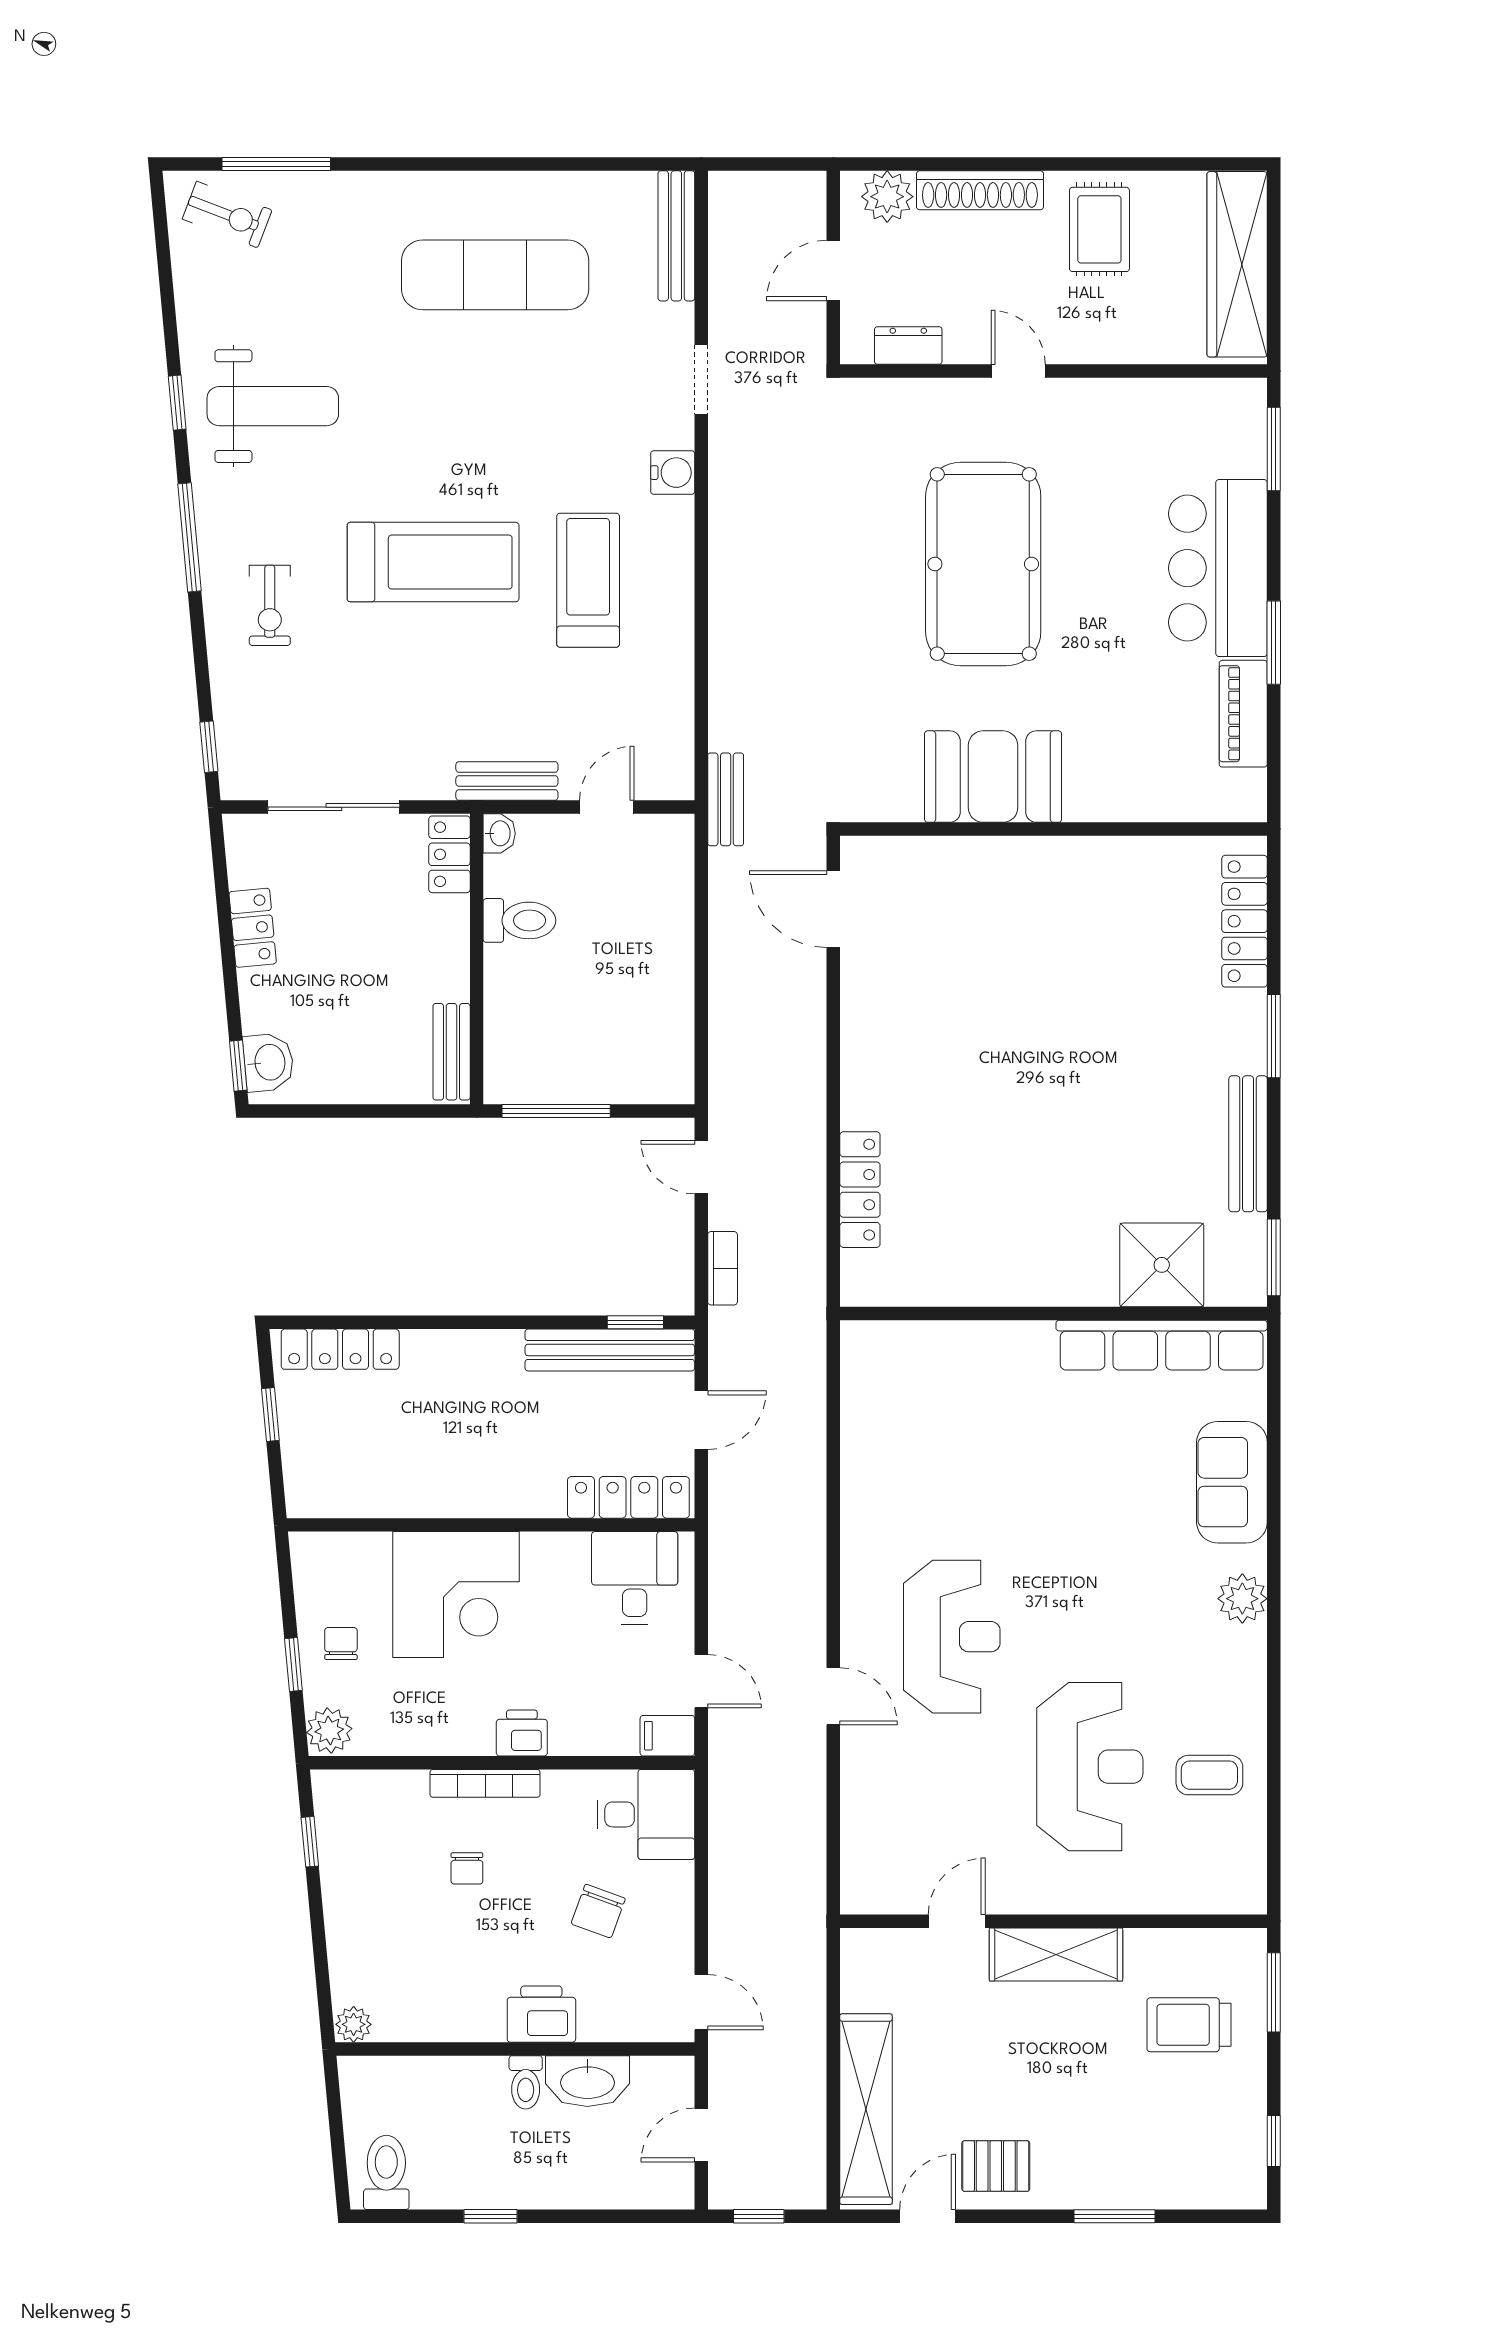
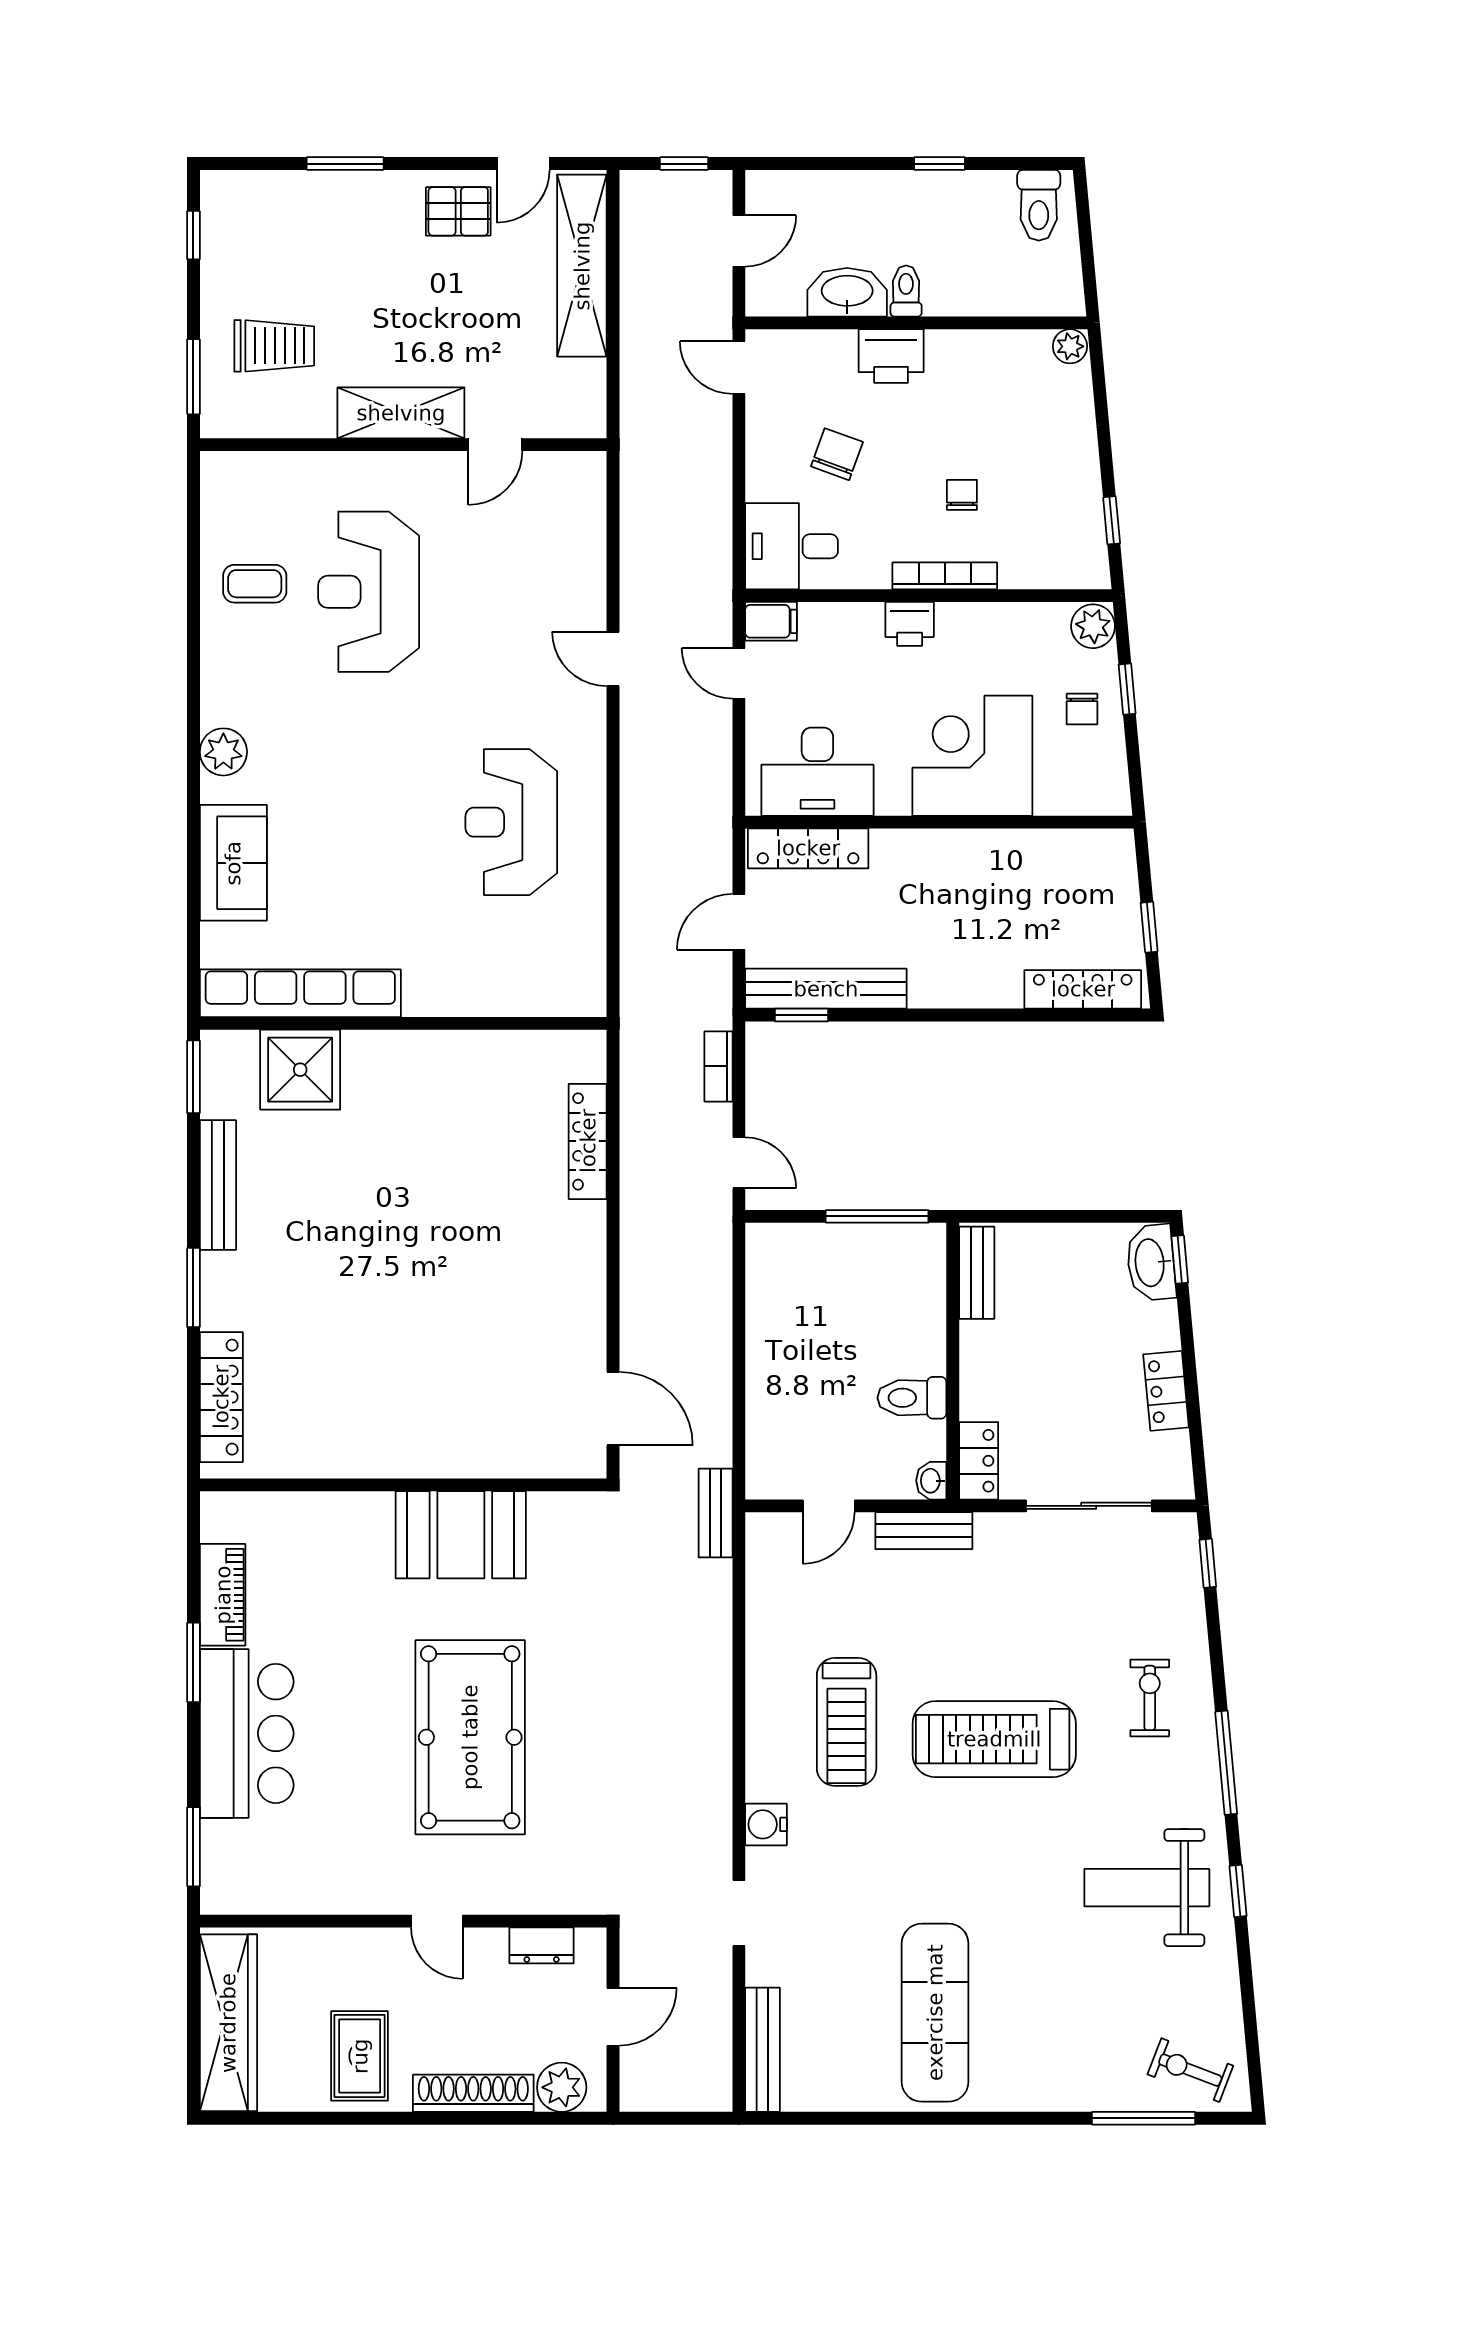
exercise mat: (495, 275) -> (935, 2013), turned 90
washbasin: (269, 1062) -> (1151, 1263), width x1.38
desk: (635, 1578) -> (817, 772), width x1.37
reception desk: (952, 1637) -> (511, 822), moved

